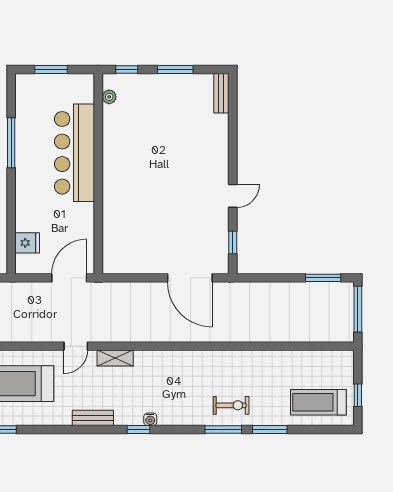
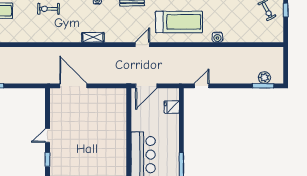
window: (233, 242) -> (47, 159), moved
shelving: (115, 358) -> (93, 37), moved

